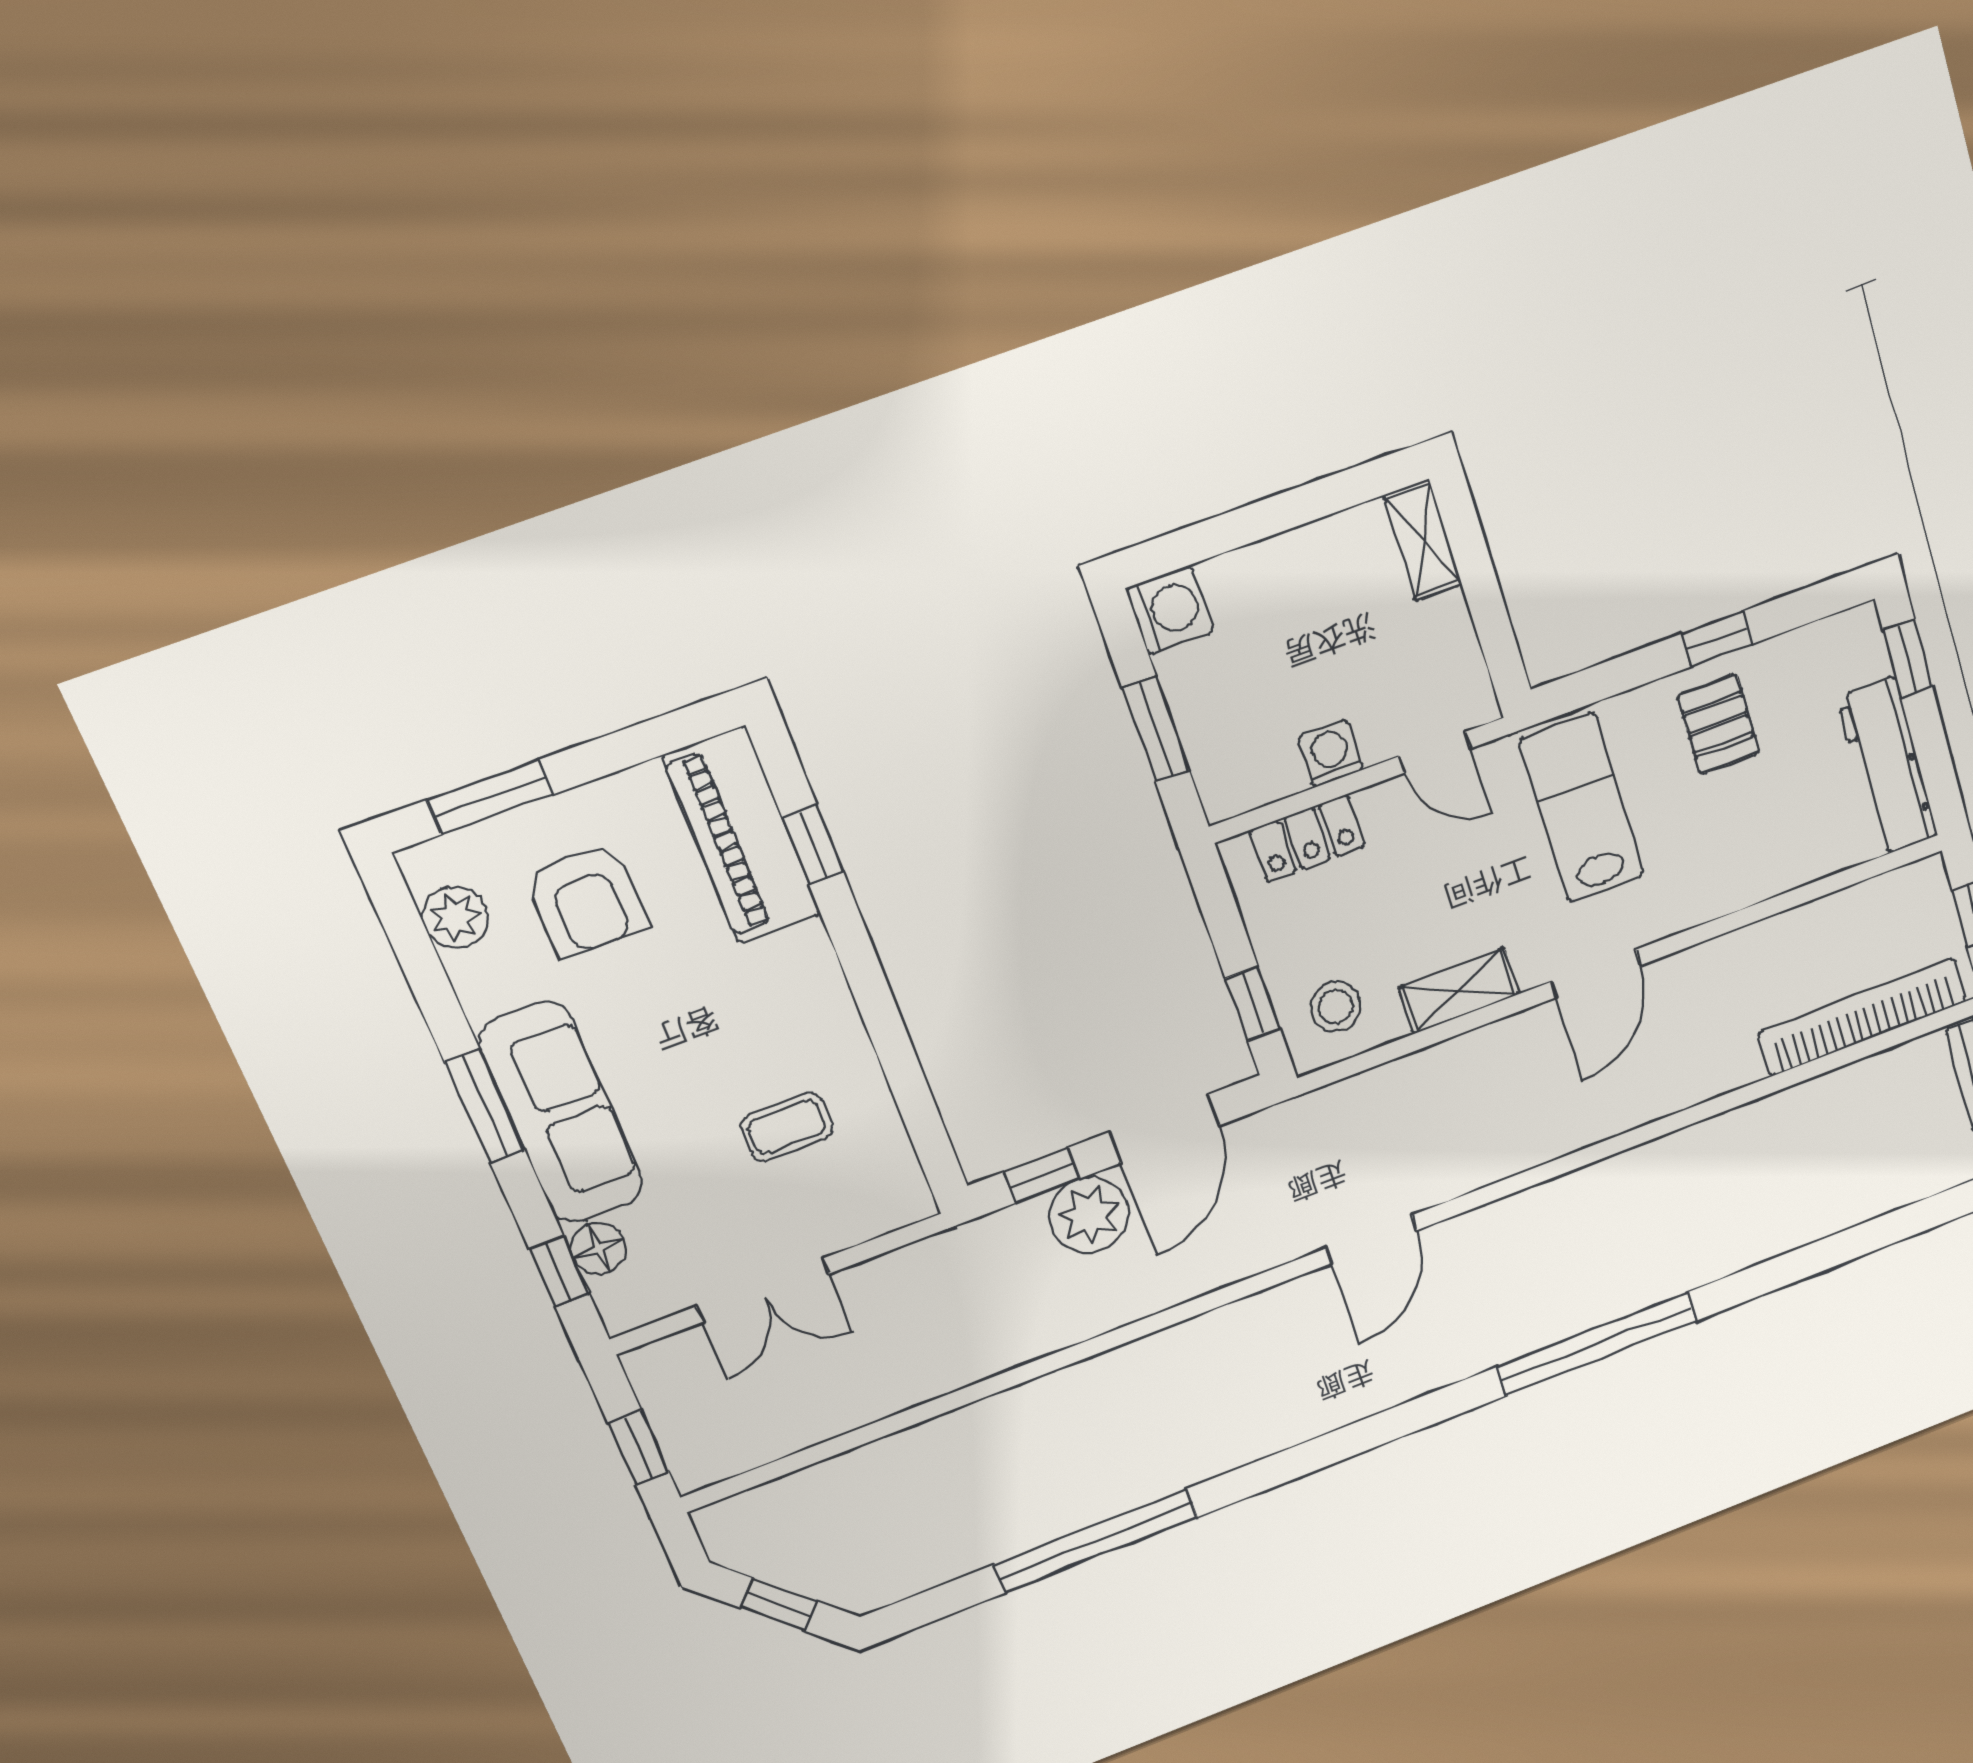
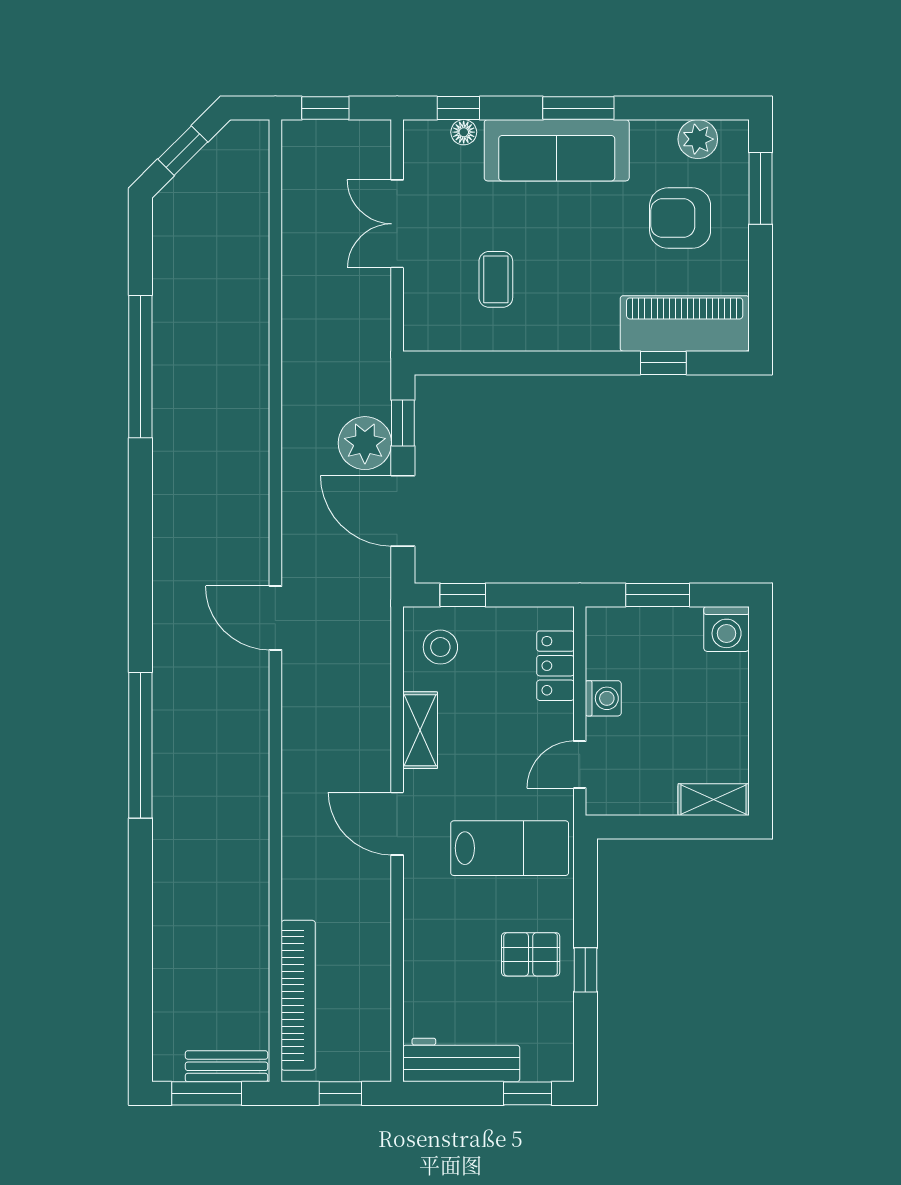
floor lamp: (598, 1248) -> (464, 132), width x0.73, depth x0.73

